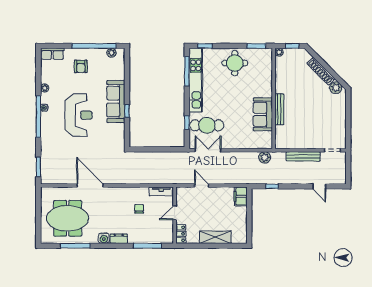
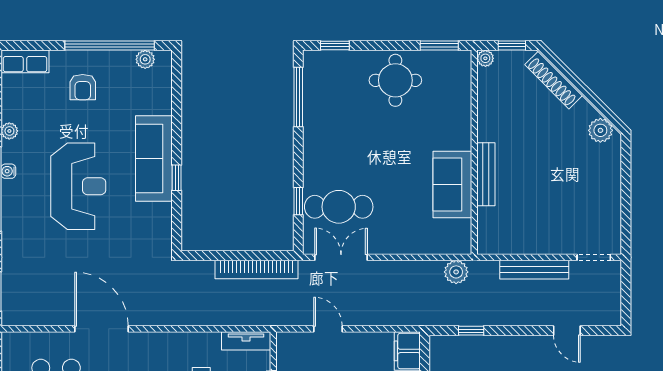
shoe rack: (321, 71) -> (554, 80), moved
kitchen unit: (196, 80) -> (316, 115), removed
bookcase: (166, 156) -> (257, 269), added

